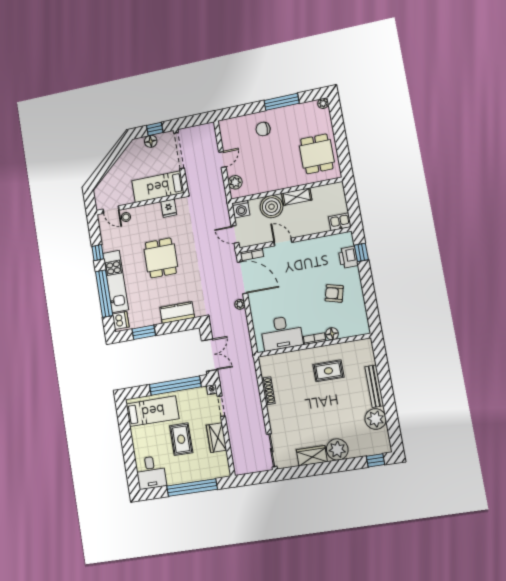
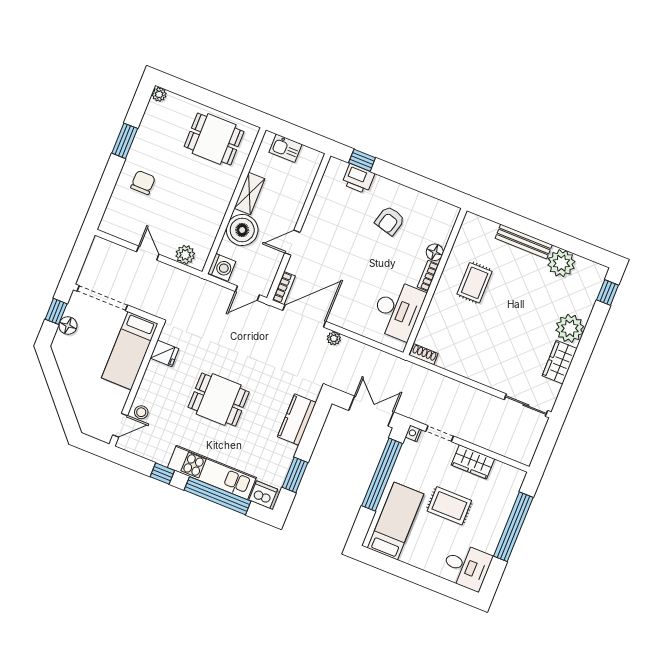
window: (282, 102) -> (125, 141), width x0.69
chair: (263, 129) -> (143, 183), turned 180
kitchen sink: (340, 222) -> (286, 148), moved, turned -90
shoe rack: (268, 391) -> (424, 354), moved, width x0.70

